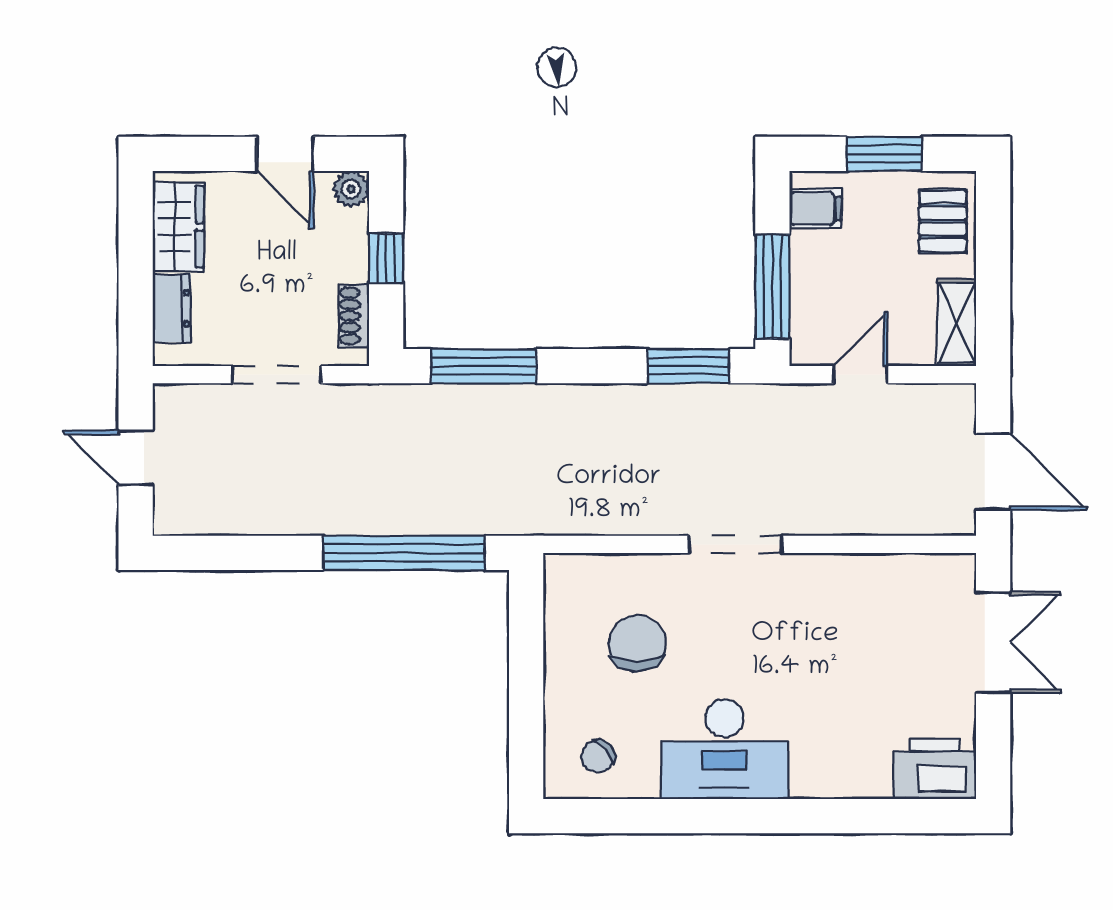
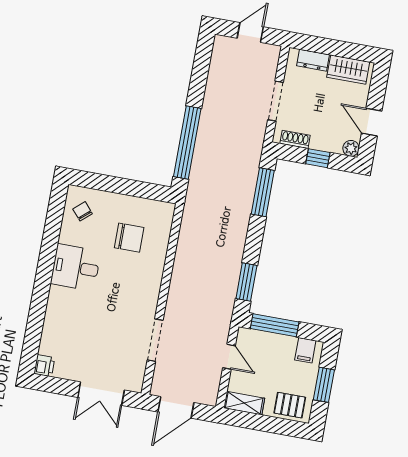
door: (285, 154) -> (372, 122), hinge flipped
doorway: (736, 544) -> (155, 340), moved
desk: (725, 749) -> (76, 267), width x0.73
printer: (935, 769) -> (44, 366), width x0.53, depth x0.68

